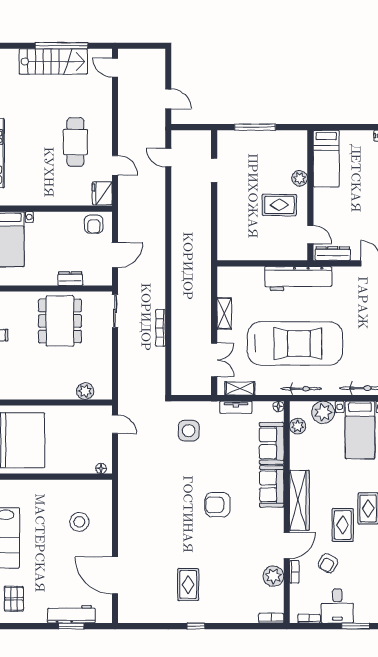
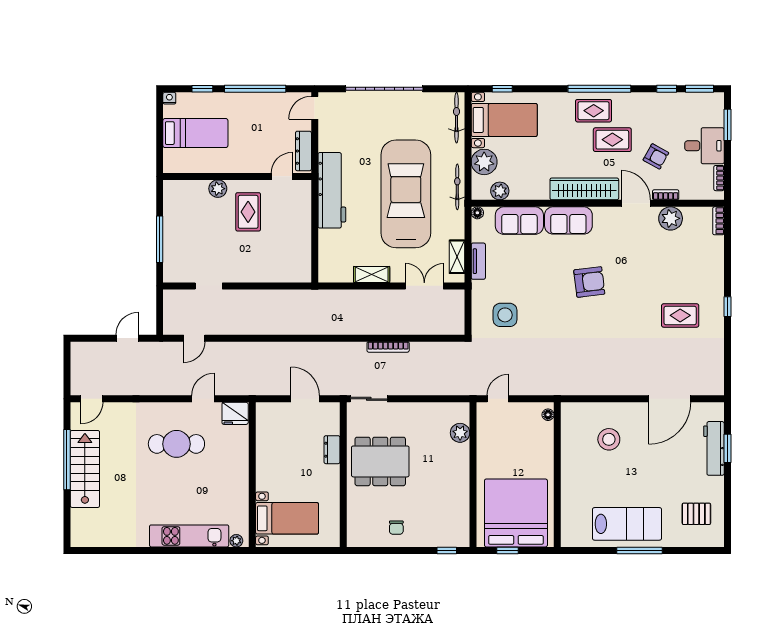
bed: (326, 159) -> (195, 133), moved
armchair: (94, 224) -> (270, 423), removed
armchair: (218, 505) -> (589, 282), turned -97

